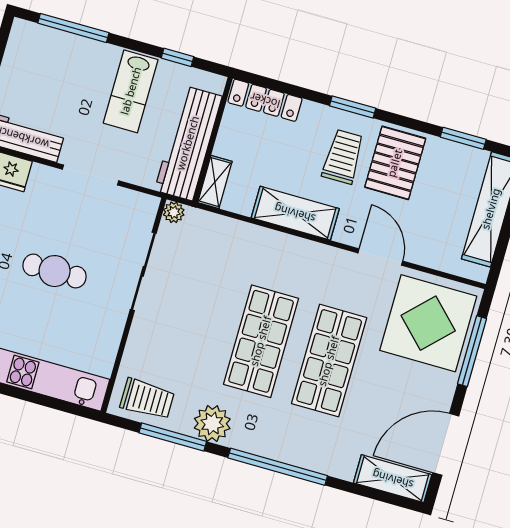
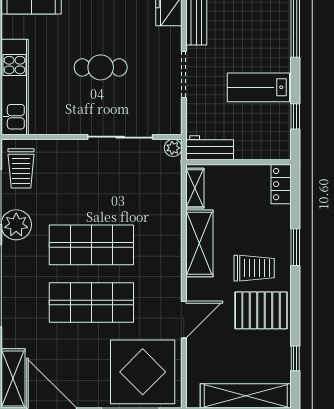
locker: (265, 100) -> (281, 184), width x0.66
window: (353, 107) -> (295, 247), moved
window: (463, 138) -> (295, 358), width x0.67
workbench: (188, 143) -> (210, 148), width x0.53, depth x0.76
shelving: (215, 182) -> (195, 188), moved, turned 90
cafe table: (55, 271) -> (101, 67), turned 90

